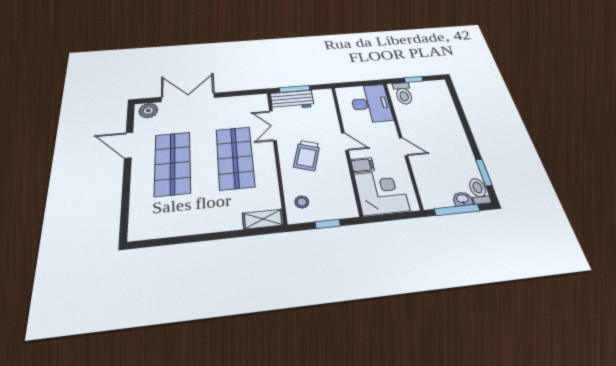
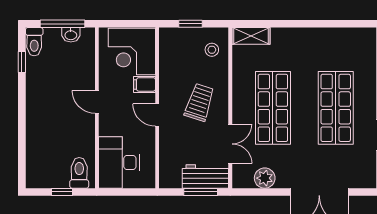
plant: (148, 111) -> (265, 178), moved
window: (484, 172) -> (22, 62), width x0.67
washbasin: (463, 199) -> (71, 35), moved

